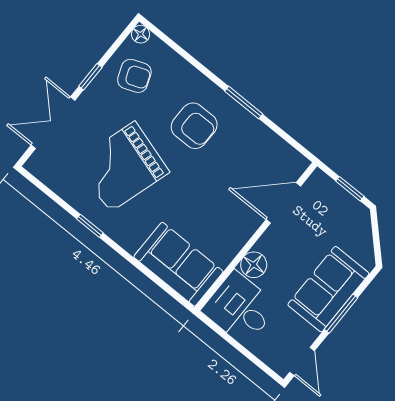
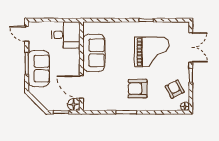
armchair: (134, 76) -> (175, 89), turned 84
grand piano: (122, 167) -> (152, 52), turned 73
door: (283, 203) -> (81, 87), swing flipped
sofa: (178, 264) -> (94, 53), moved, turned -90
floor lamp: (254, 265) -> (74, 105), moved

